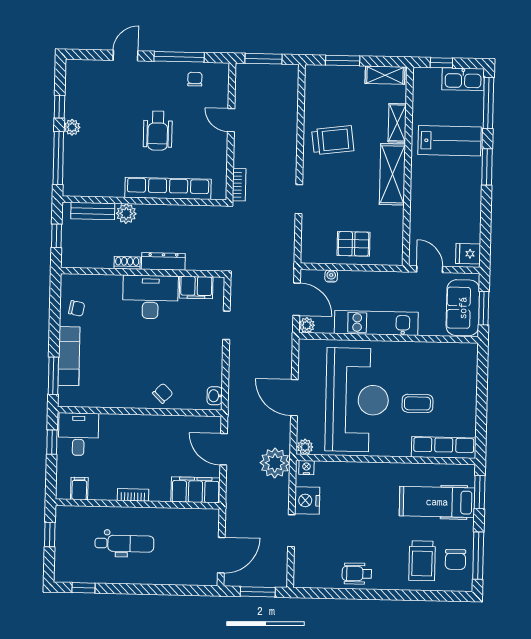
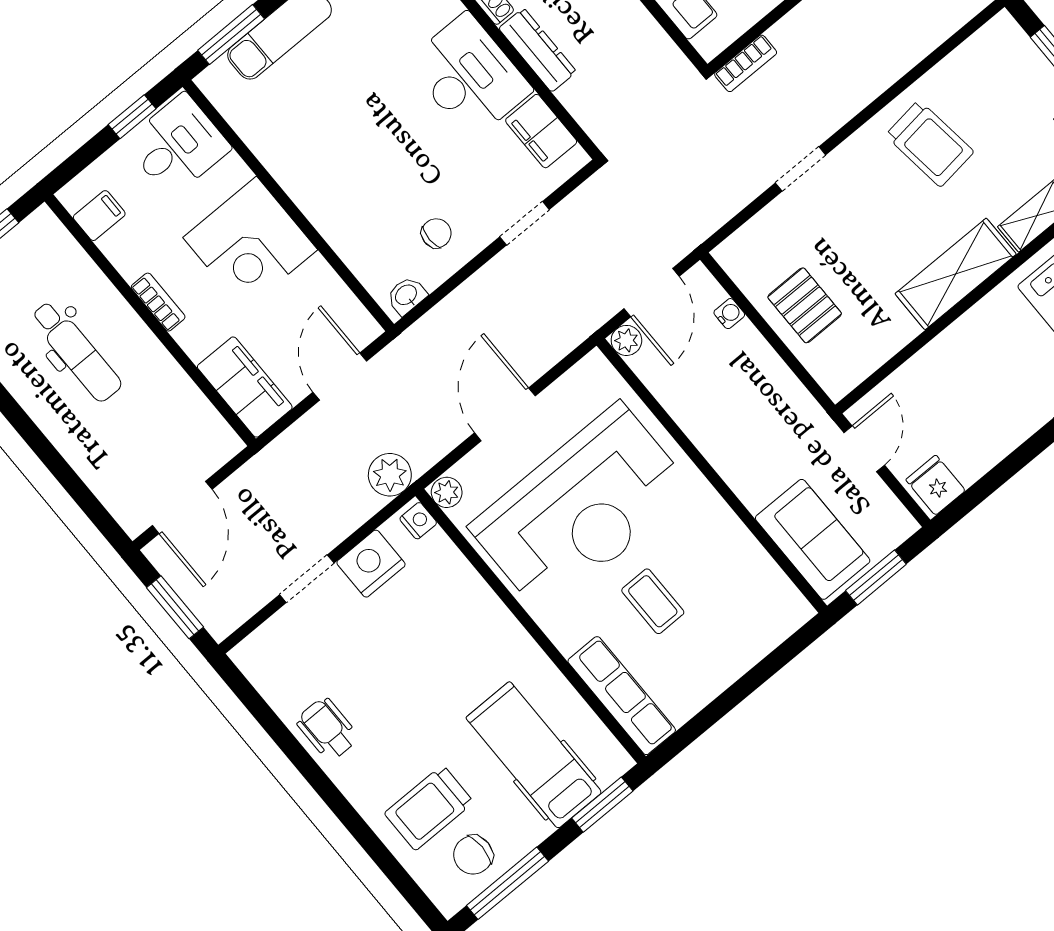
sofa: (463, 308) -> (813, 539), moved, turned 90
kitchen unit: (376, 323) -> (718, 439), removed
chair: (163, 393) -> (436, 233), moved, turned -45
corner desk: (141, 439) -> (250, 244), added
plant: (275, 463) -> (390, 475), width x0.73, depth x0.73
door: (221, 555) -> (182, 507), hinge flipped

